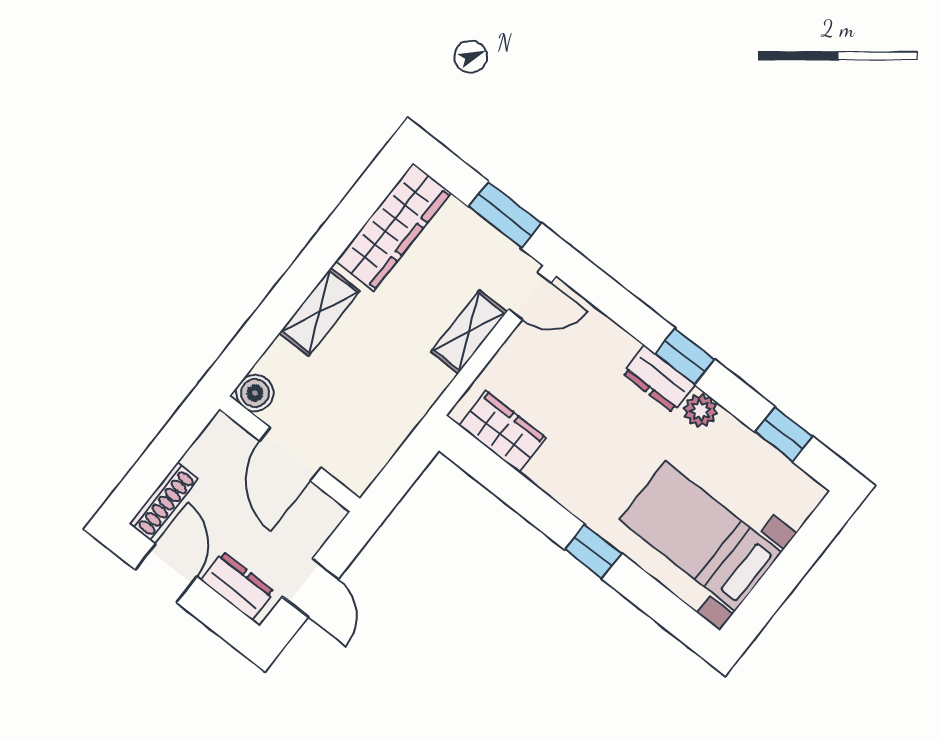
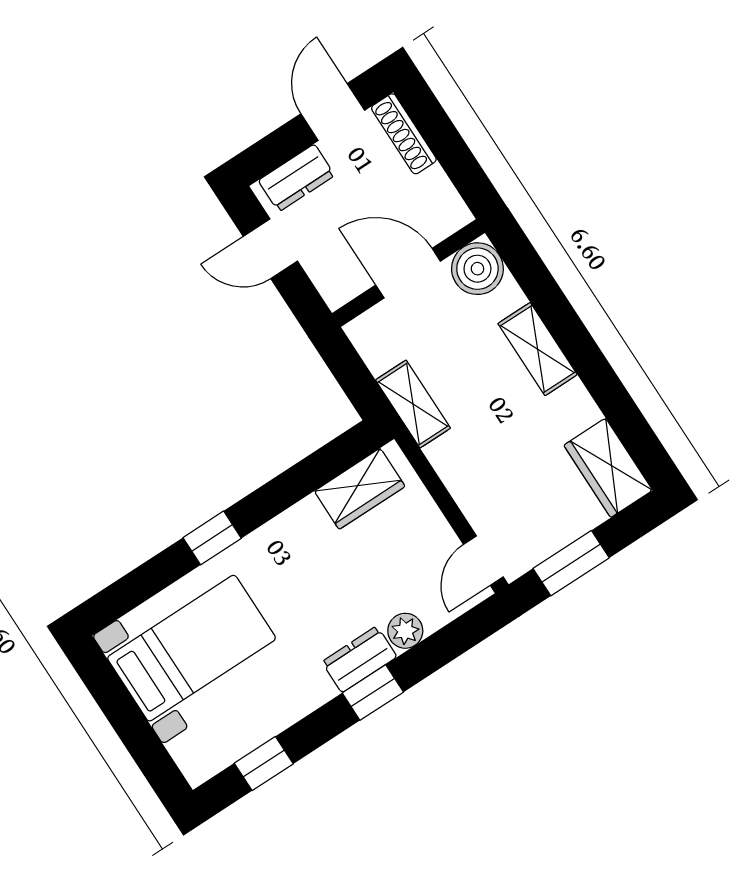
wardrobe: (393, 227) -> (608, 468), width x0.67
shelving: (469, 332) -> (413, 404), moved
boiler: (255, 393) -> (477, 269), width x1.36, depth x1.36
plant: (700, 410) -> (405, 631), moved
door: (166, 573) -> (333, 112), swing flipped

